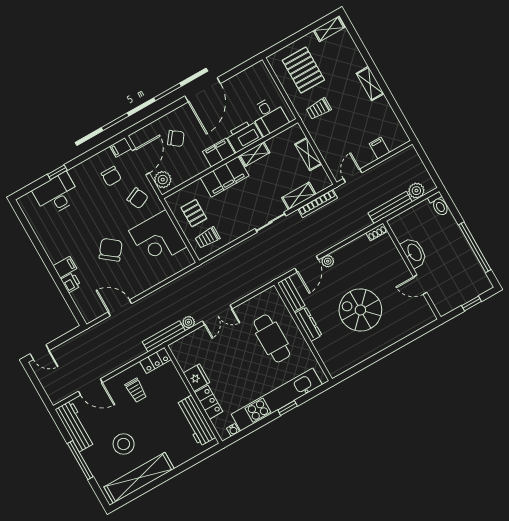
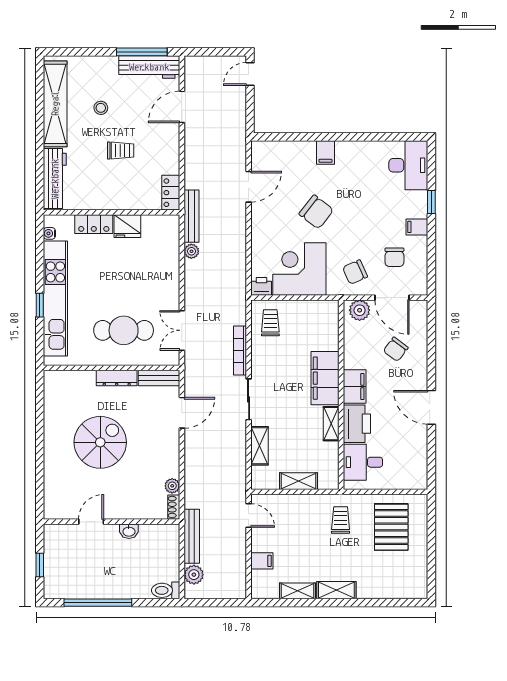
shelving: (329, 29) -> (297, 591), moved, turned 90
pallet: (303, 70) -> (391, 527), turned 90
door: (203, 90) -> (431, 407), width x0.73
filing cabinet: (120, 147) -> (417, 227), moved, turned -90
chair: (111, 176) -> (394, 257), turned -90
desk: (57, 194) -> (408, 165), moved
bookcase: (318, 203) -> (240, 351), moved
pallet: (194, 213) -> (305, 323), removed
washbasin: (414, 253) -> (129, 531), width x0.52, depth x0.69
plant: (328, 261) -> (172, 486), moved
door: (307, 264) -> (182, 413), swing flipped
printer: (71, 283) -> (262, 286), moved, turned 180
double door: (217, 315) -> (182, 330), moved
trolley: (136, 390) -> (121, 150), moved, turned 180
workbench: (196, 421) -> (55, 179), moved, turned 90
stool: (124, 444) -> (101, 108), width x0.53, depth x0.53
window: (80, 460) -> (142, 52), moved

